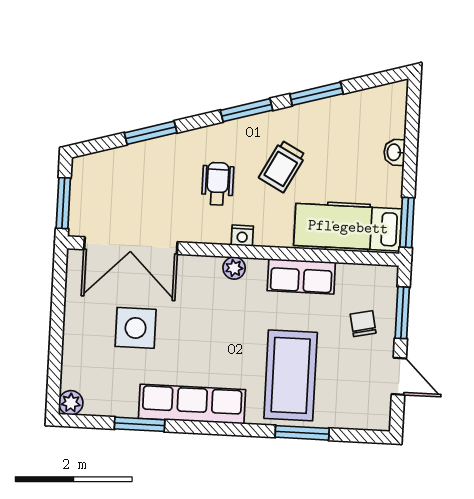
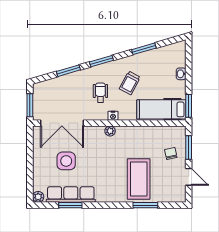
window: (247, 110) -> (101, 61), moved
row of seats: (301, 276) -> (141, 133), removed
row of seats: (192, 404) -> (71, 195), moved

